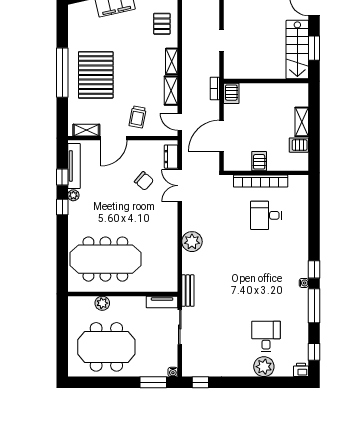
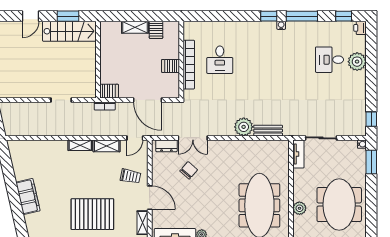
pallet: (162, 24) -> (46, 154), removed
bench: (188, 291) -> (268, 131), moved

